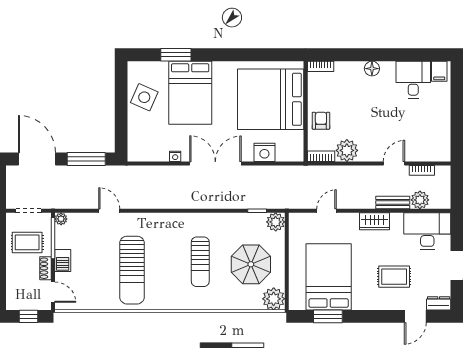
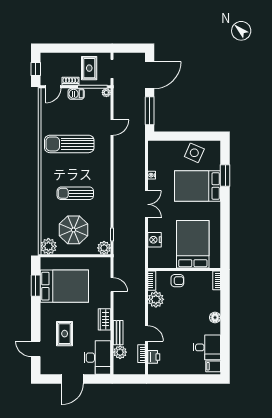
bed: (271, 99) -> (193, 244), width x0.73
printer: (426, 153) -> (154, 357), added
double door: (215, 163) -> (146, 204), width x0.73
dresser: (439, 303) -> (45, 366), removed

